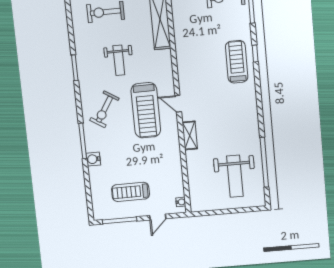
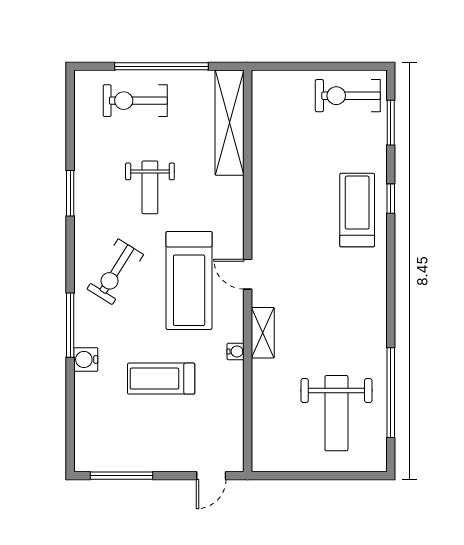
treadmill: (130, 192) -> (161, 379), moved
water cooler: (181, 202) -> (236, 352), moved
door: (158, 217) -> (211, 476), moved

